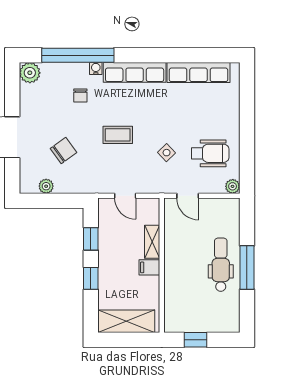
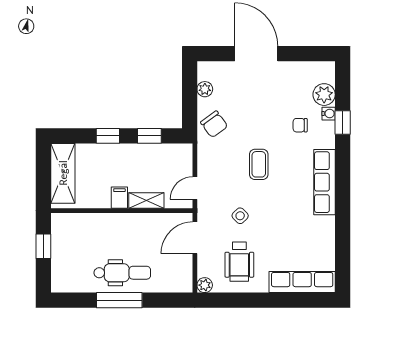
window: (78, 55) -> (343, 122), width x0.32
water cooler: (96, 68) -> (329, 114), moved
row of seats: (199, 72) -> (302, 282), moved, turned 90
plant: (30, 73) -> (324, 95), moved
chair: (63, 151) -> (214, 124), moved
door: (125, 196) -> (195, 188), moved
door: (188, 196) -> (195, 238), width x1.38

